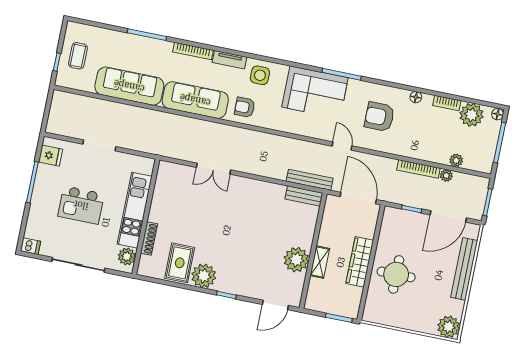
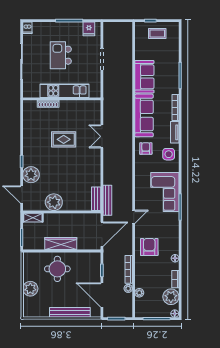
sofa: (129, 86) -> (144, 77), width x0.73
armchair: (379, 117) -> (149, 247), moved
plant: (127, 256) -> (33, 92), removed
shelving: (320, 262) -> (33, 218), moved
rug: (180, 263) -> (64, 139), moved
plant: (204, 276) -> (31, 175), moved
plant: (449, 327) -> (30, 289), moved

